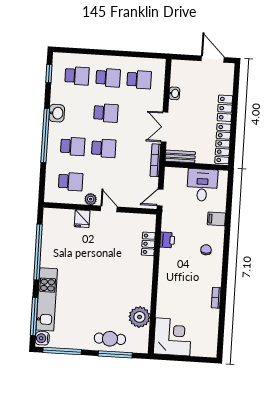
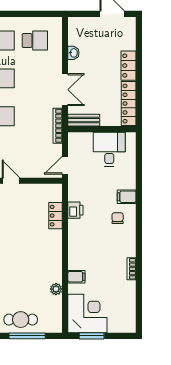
double door: (164, 127) -> (65, 90), swing flipped
filing cabinet: (216, 219) -> (127, 197), moved
filing cabinet: (164, 302) -> (76, 277), added
plant: (139, 317) -> (56, 289), width x0.53, depth x0.53
window: (175, 358) -> (92, 336), added

